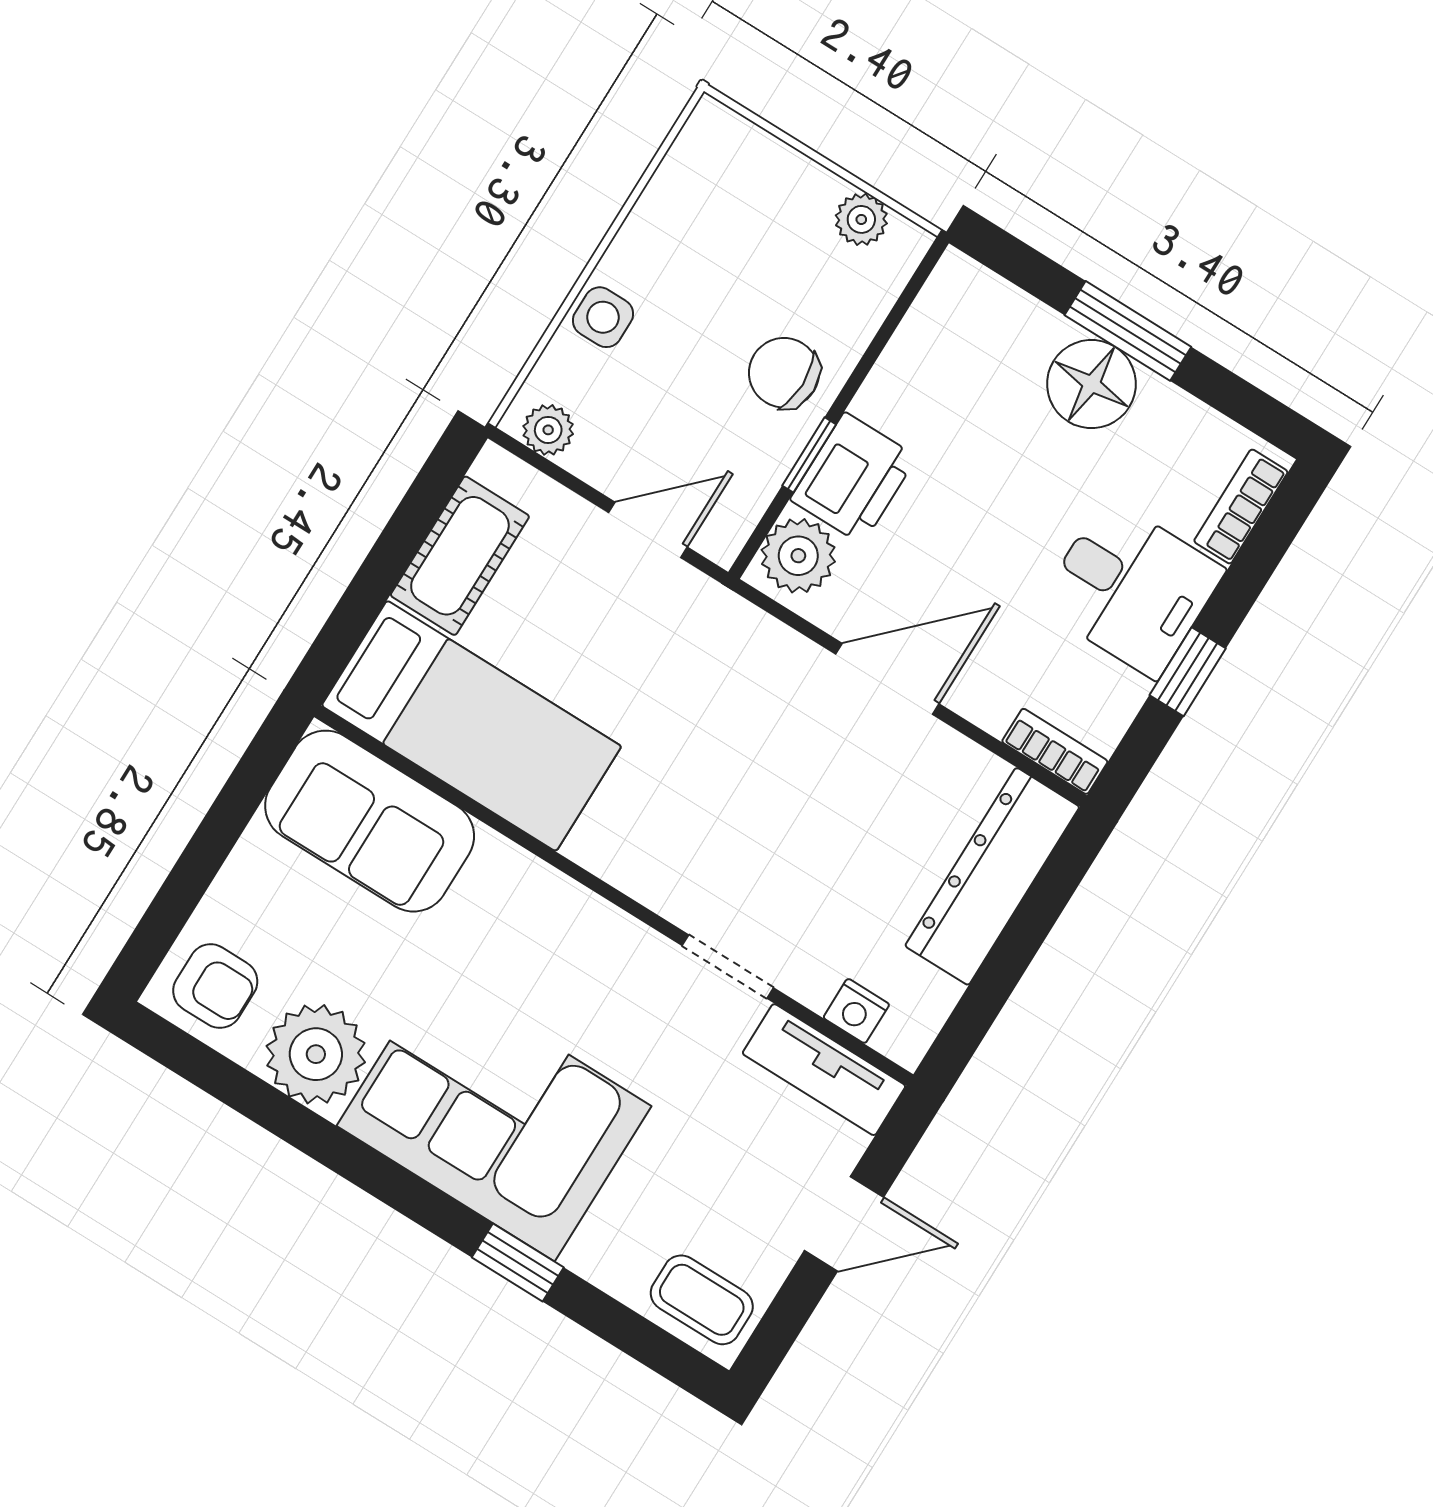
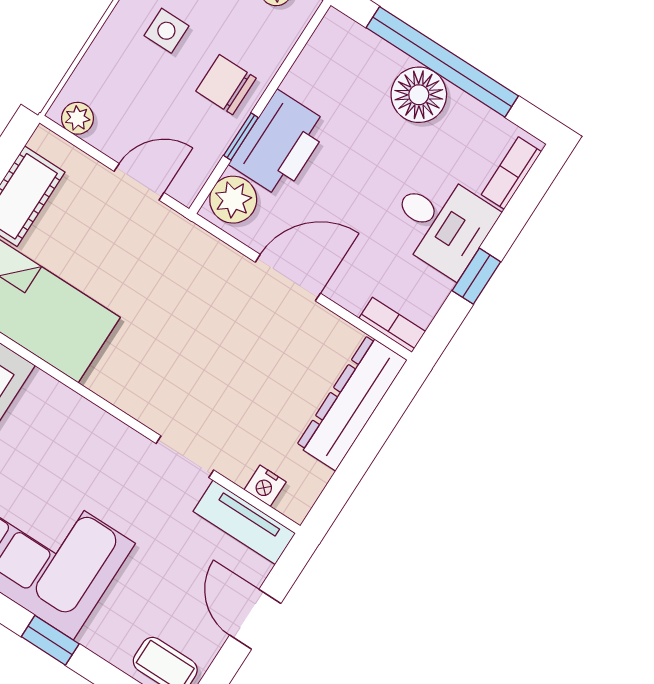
side table: (603, 317) -> (166, 31), moved
window: (1128, 331) -> (442, 62), width x2.11
printer: (853, 478) -> (280, 144), width x1.37, depth x1.19
door: (844, 1224) -> (255, 619), swing flipped

